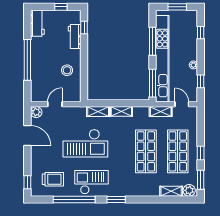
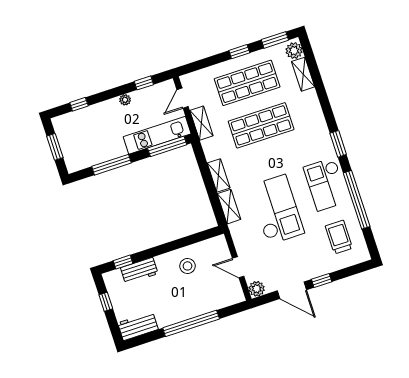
kitchen unit: (162, 59) -> (157, 135), width x0.54
door: (27, 136) -> (292, 290), swing flipped
window: (27, 182) -> (322, 280), moved

